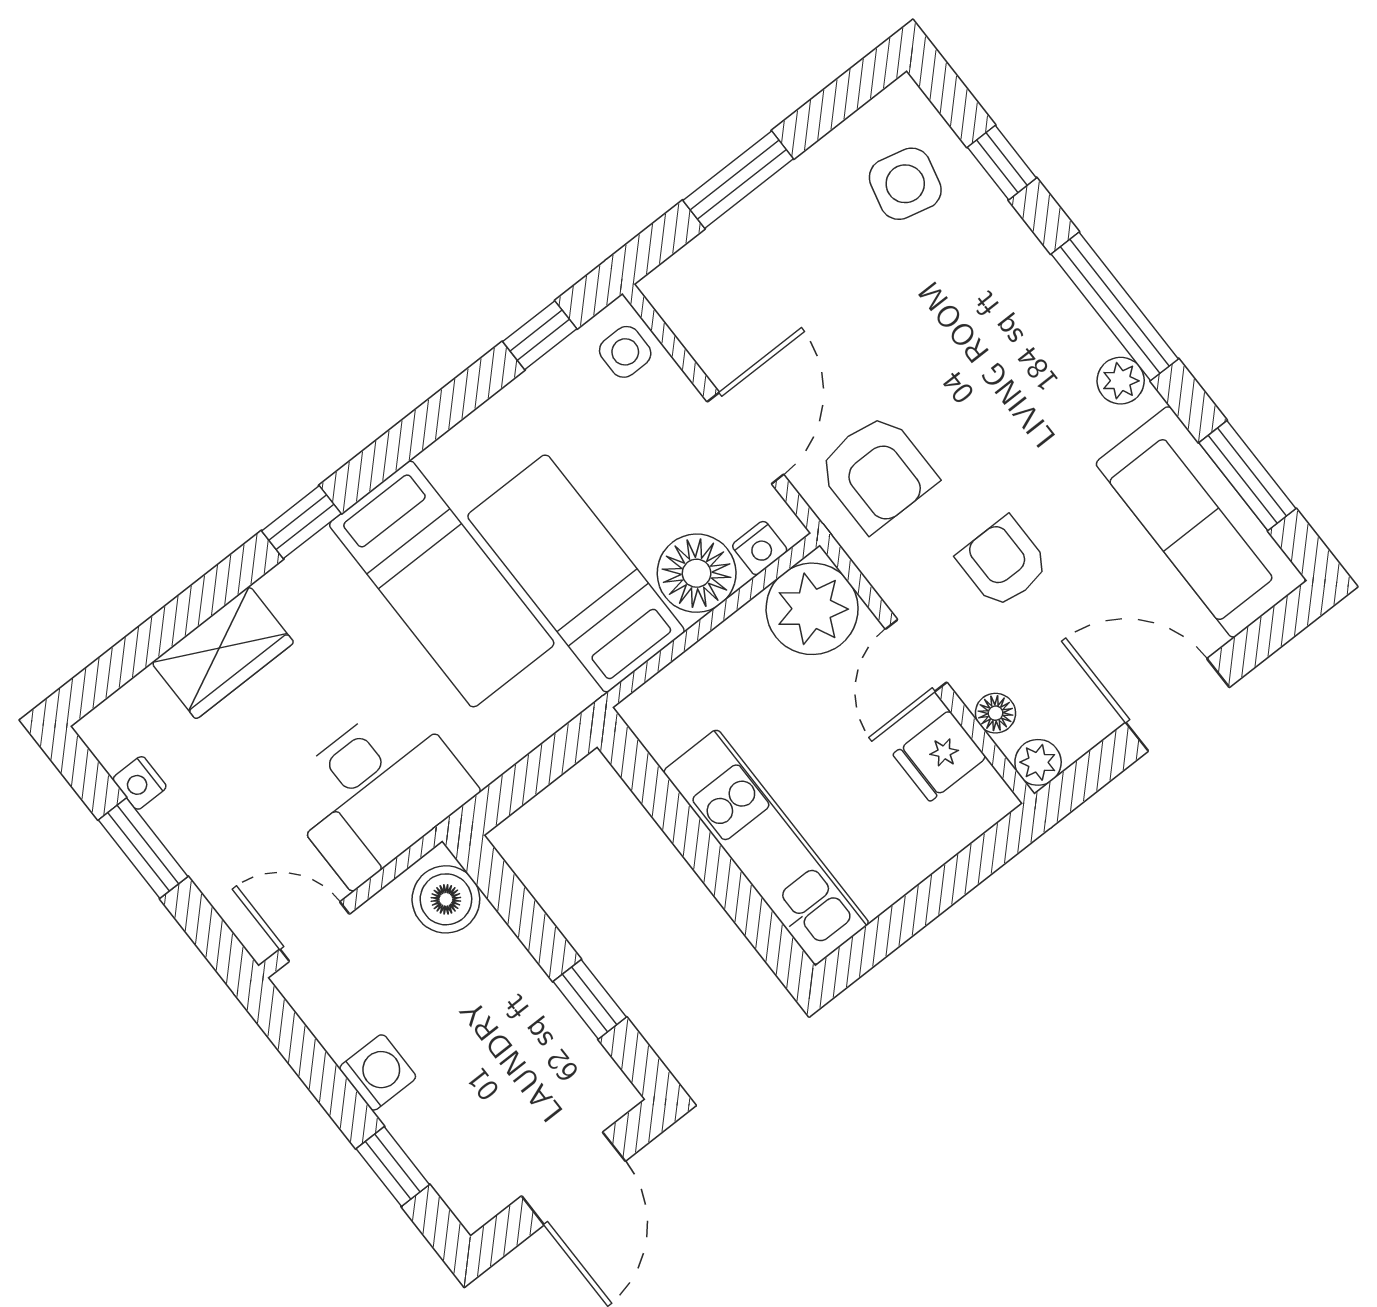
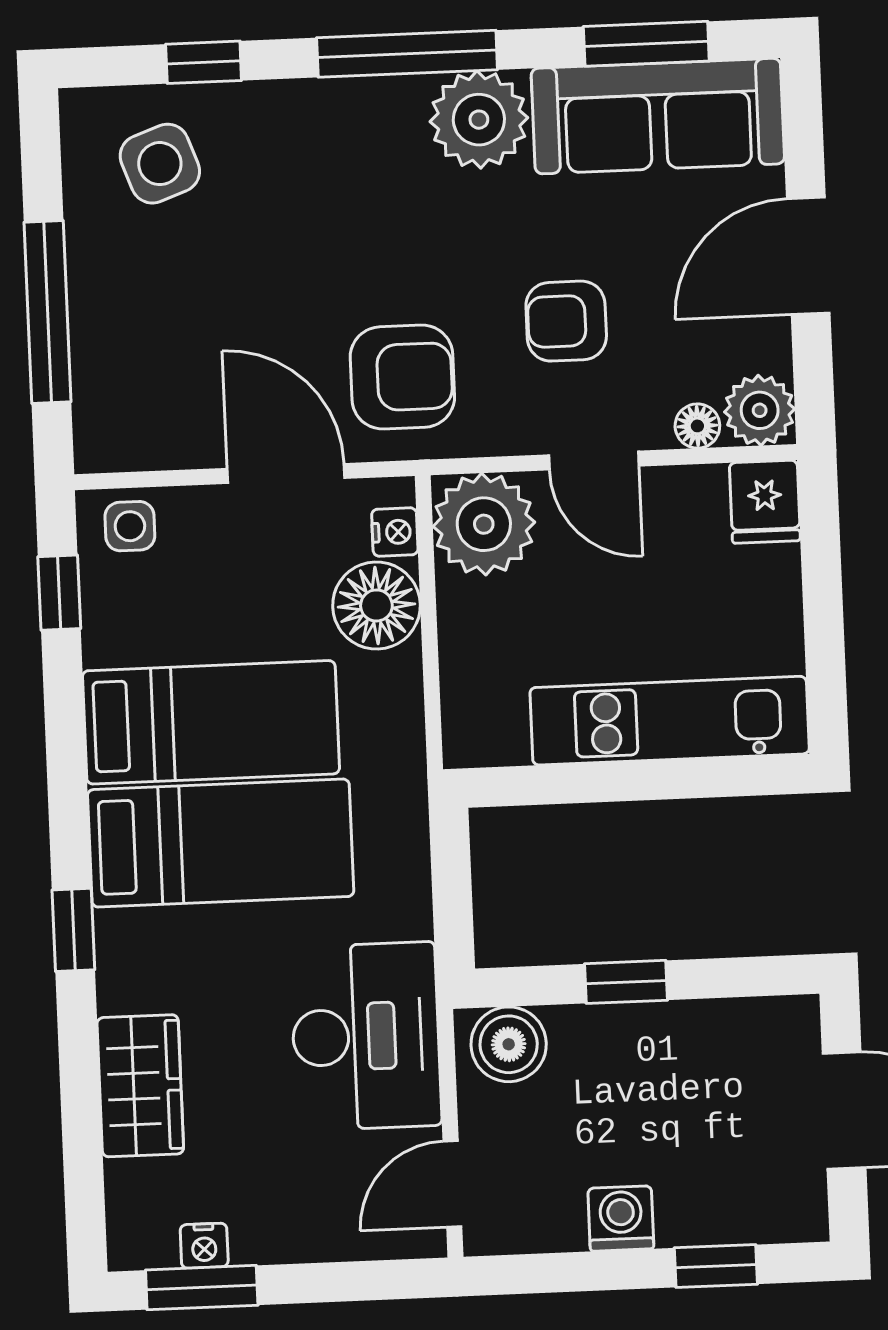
window: (738, 180) -> (48, 312), width x1.44
side table: (905, 184) -> (160, 164), turned -34
plant: (1121, 381) -> (479, 120), width x1.87, depth x1.87
bed: (576, 573) -> (211, 722), moved, turned 180
fridge: (940, 756) -> (765, 502), moved
plant: (1038, 762) -> (760, 410), width x1.38, depth x1.38
window: (143, 848) -> (202, 1288), moved
window: (590, 999) -> (626, 982), moved

